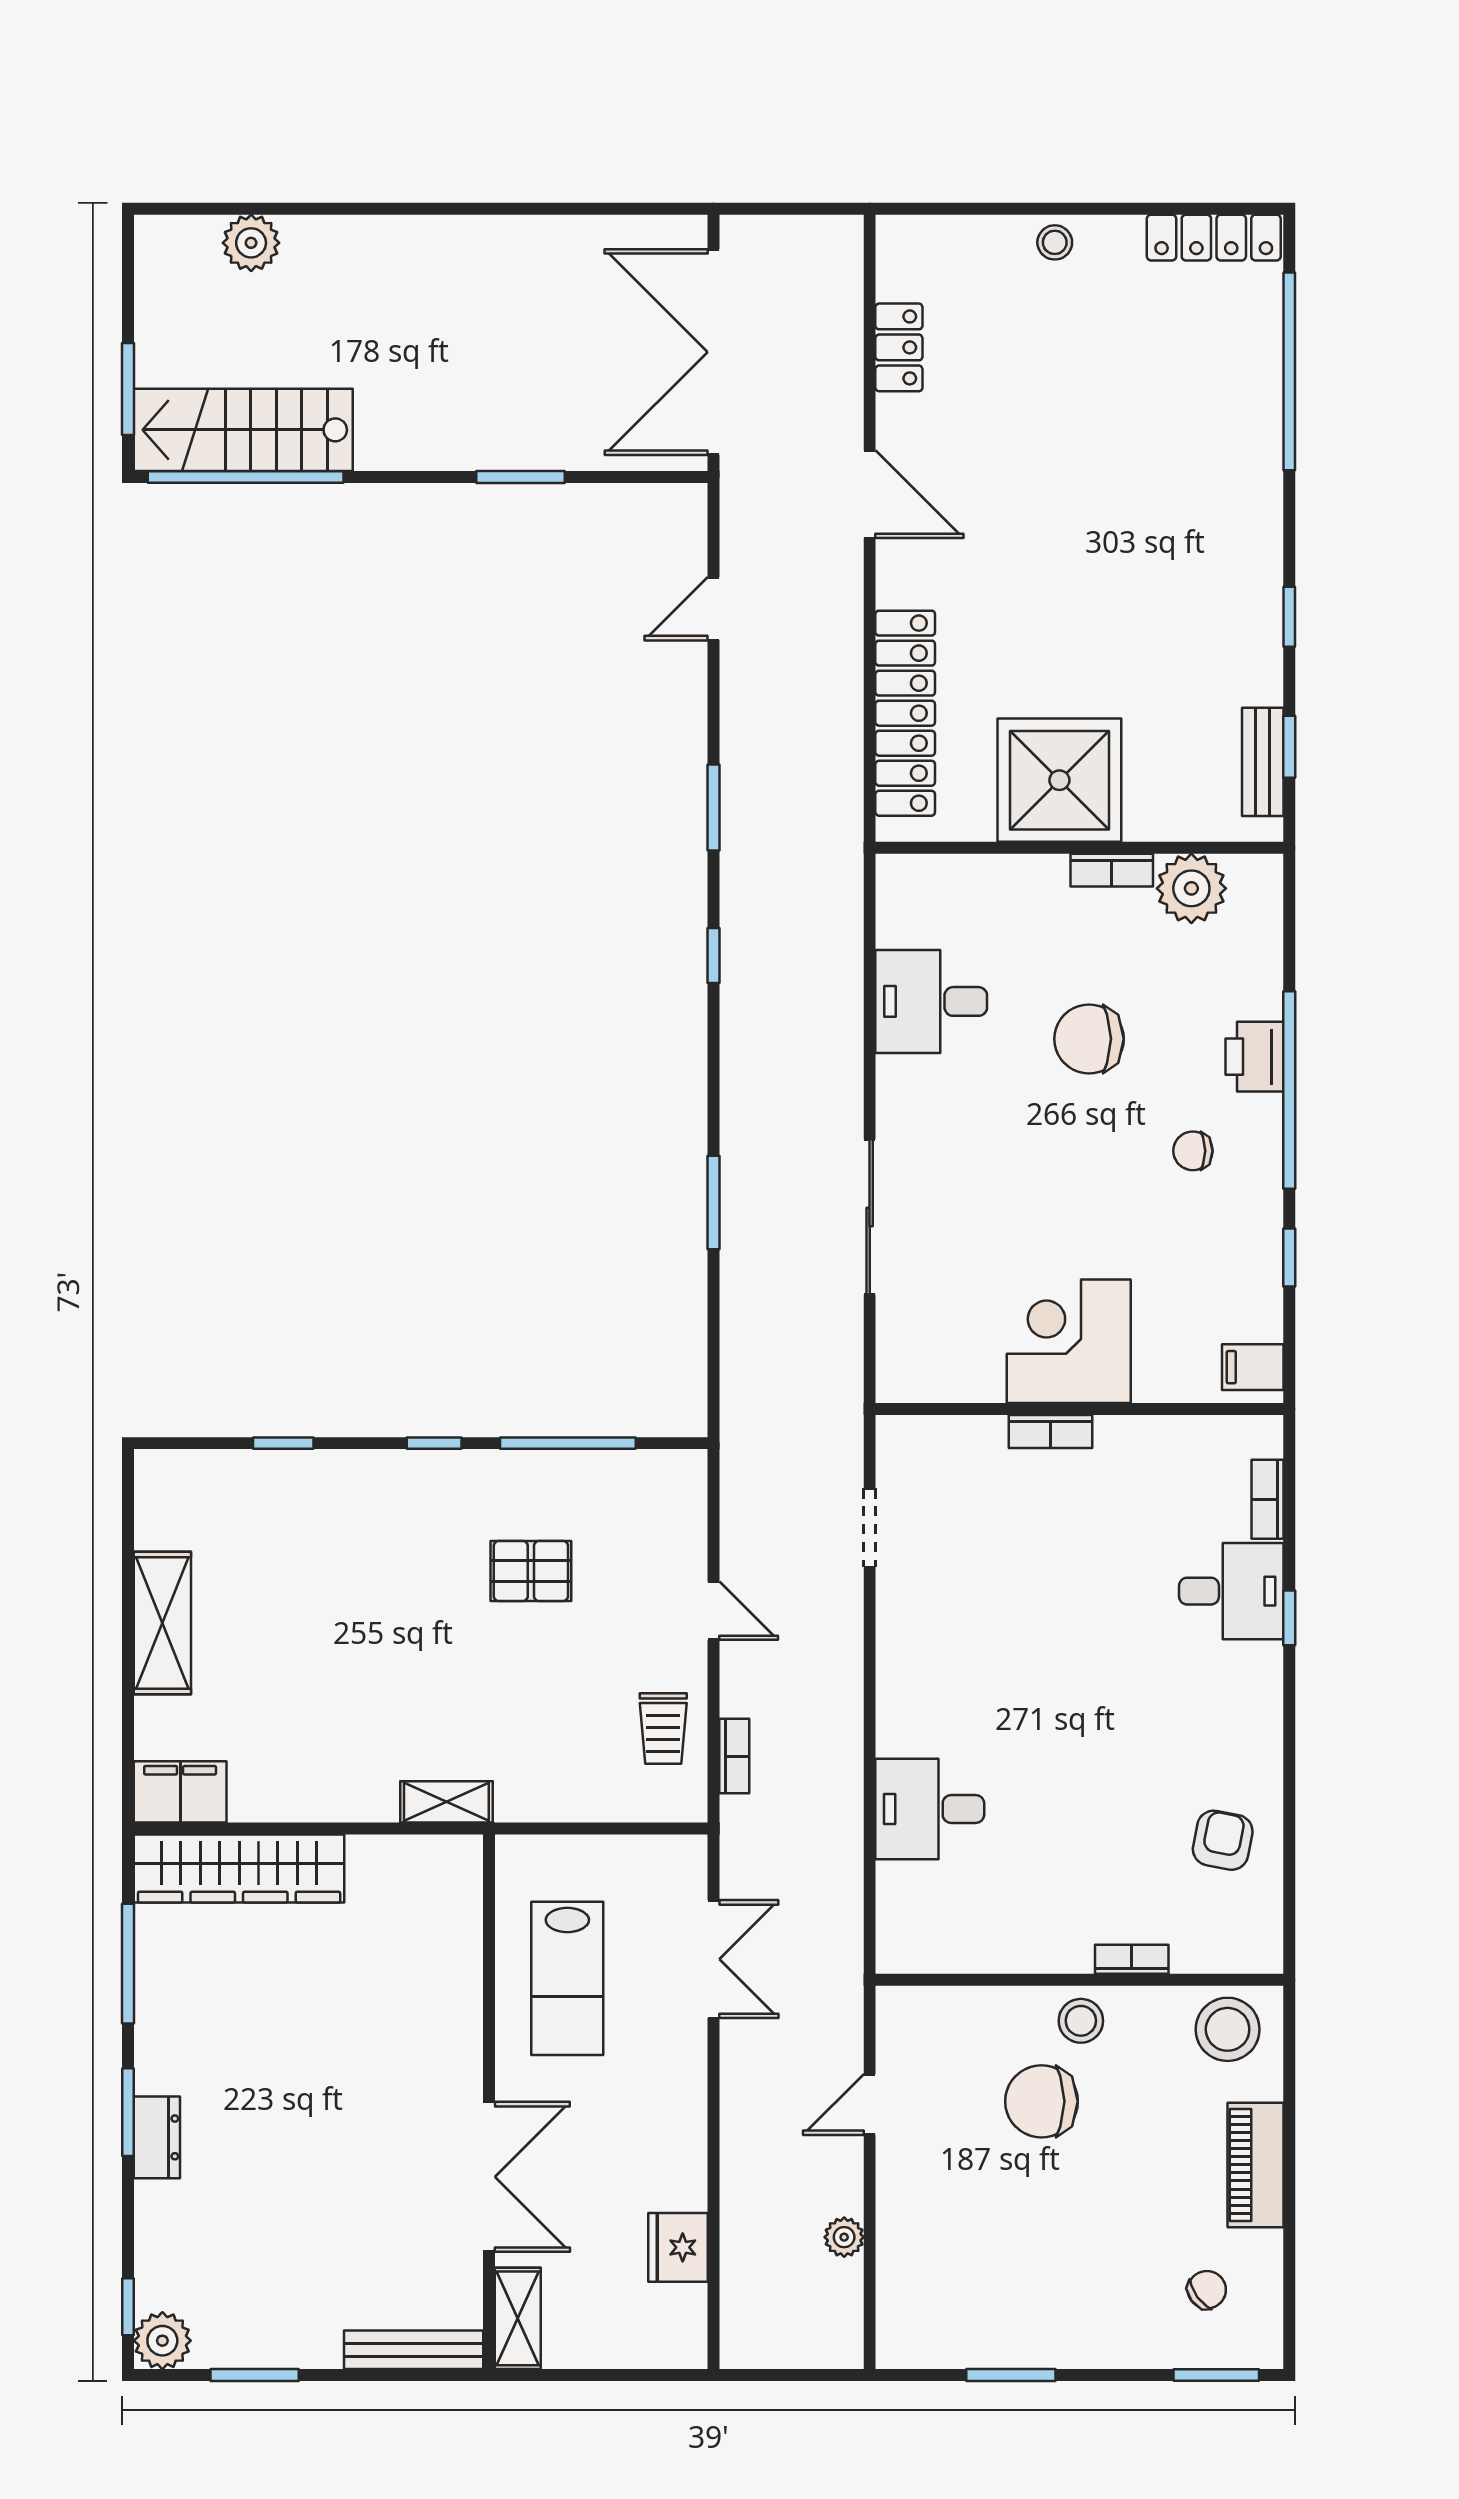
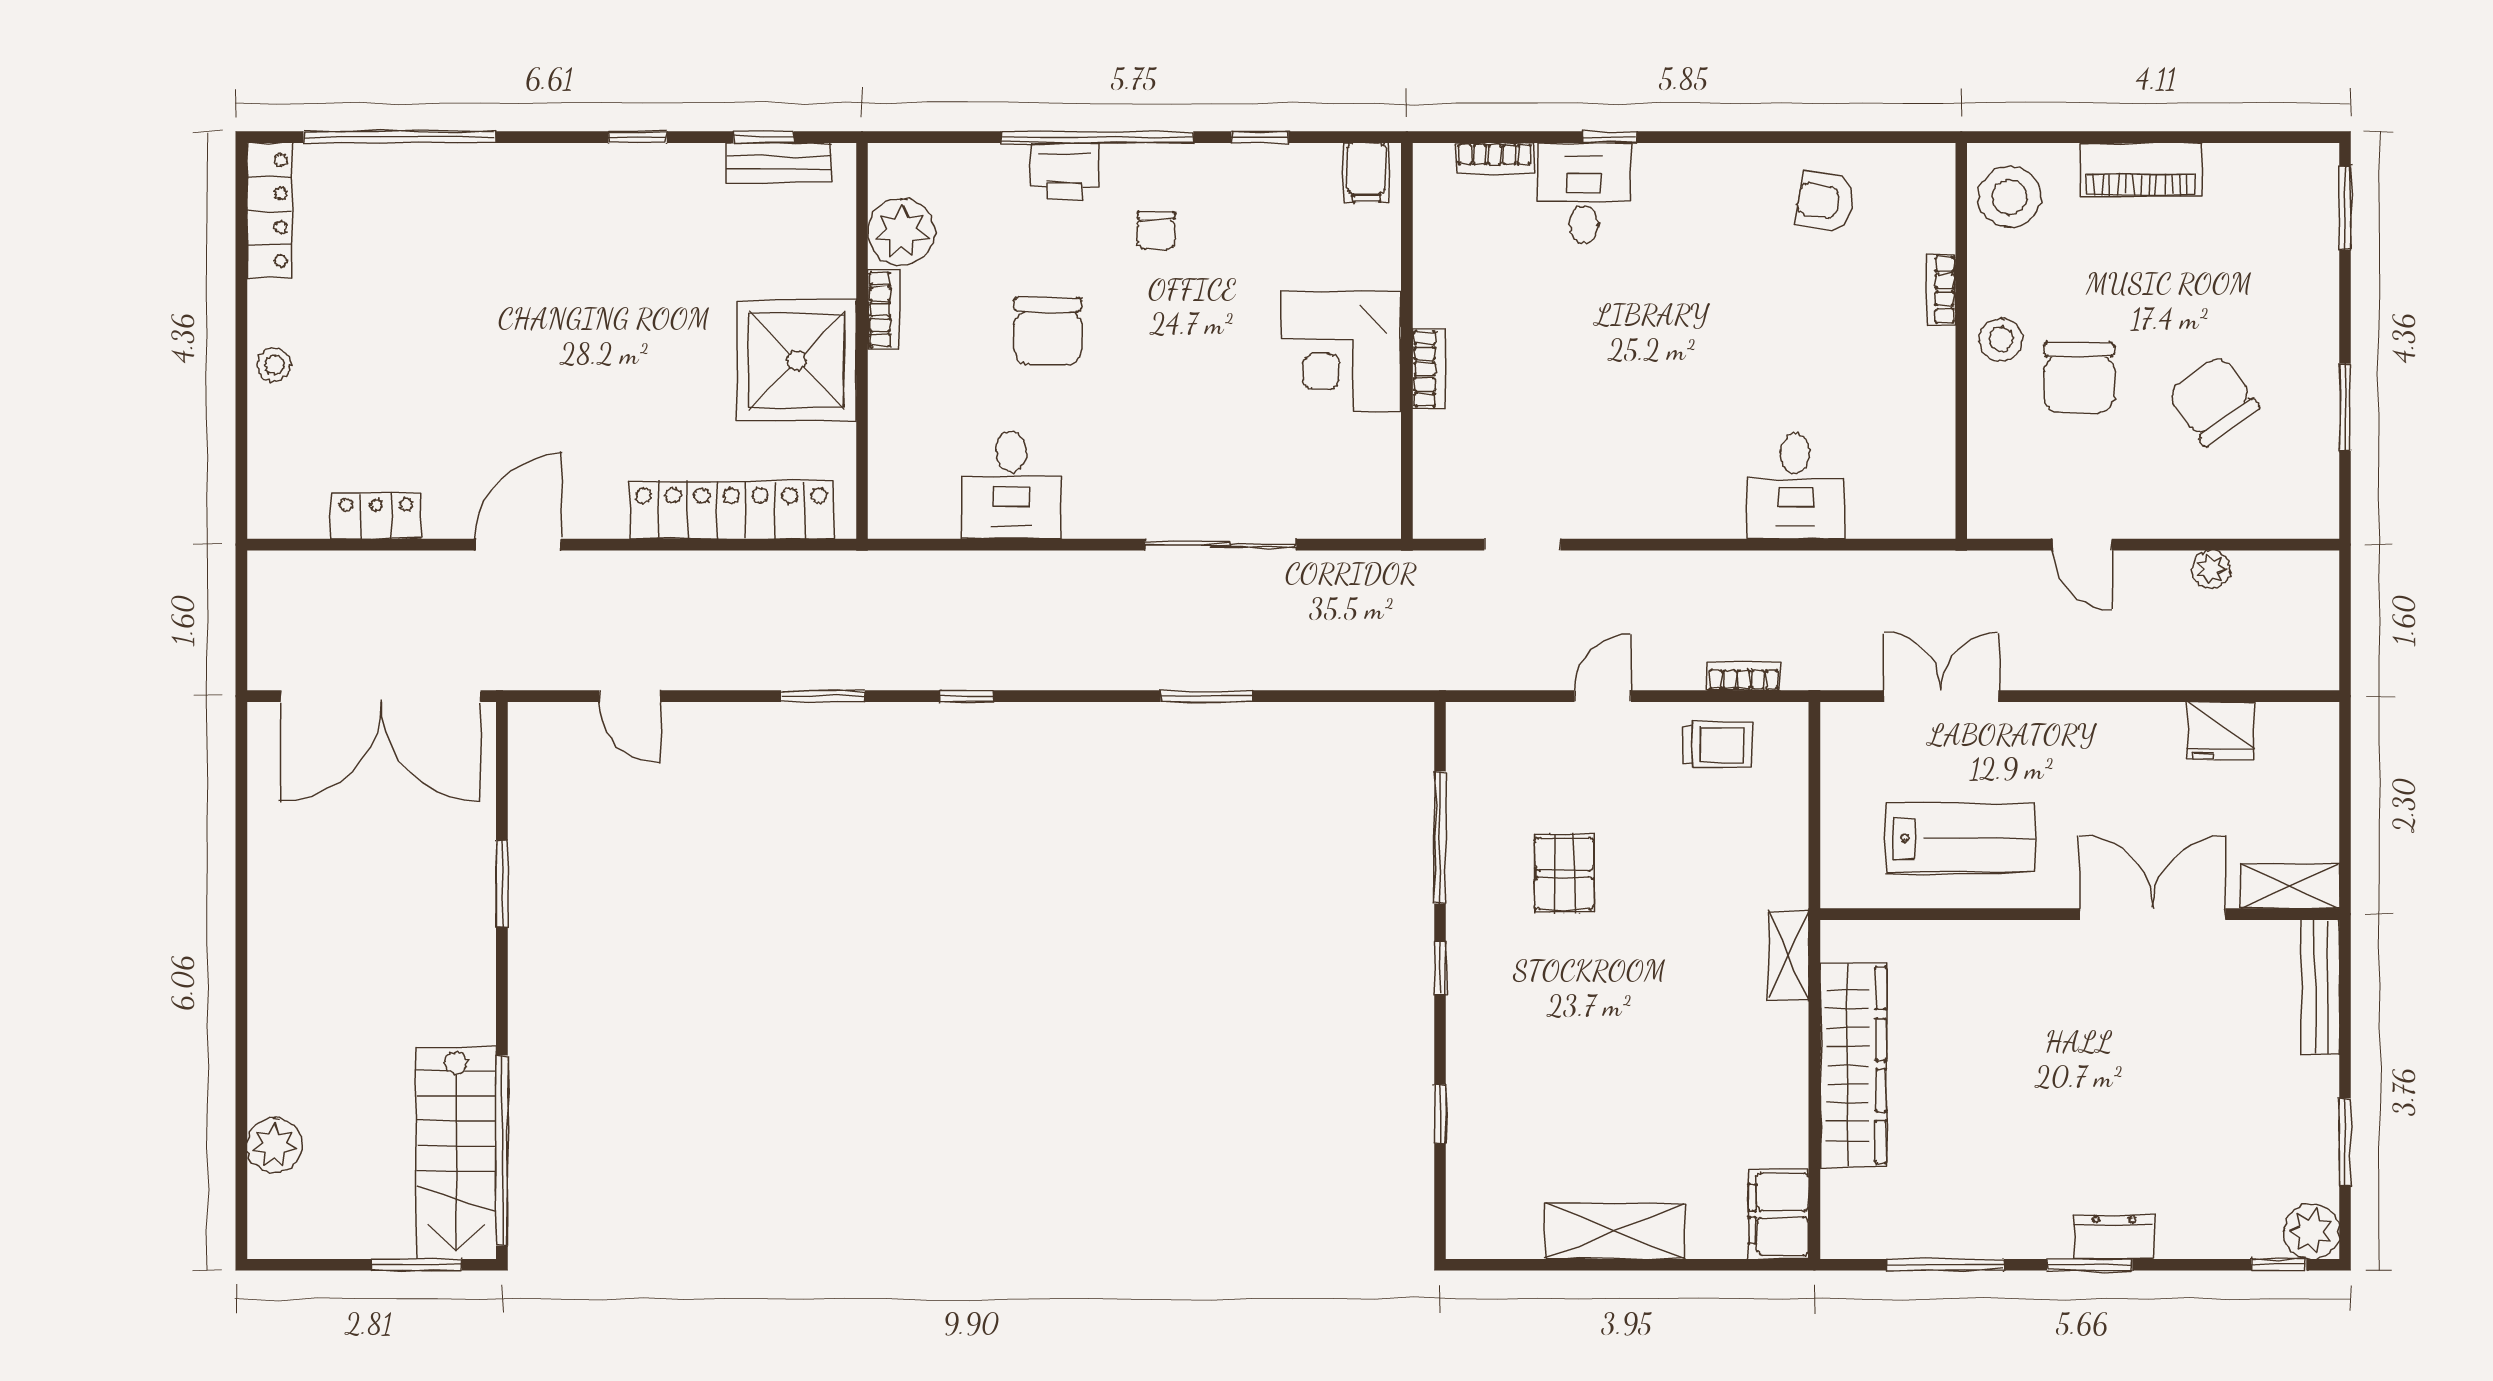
wardrobe: (239, 1869) -> (1853, 1065), moved
chair: (1207, 2290) -> (2213, 401), moved, width x1.87, depth x1.87

